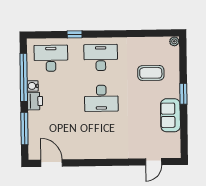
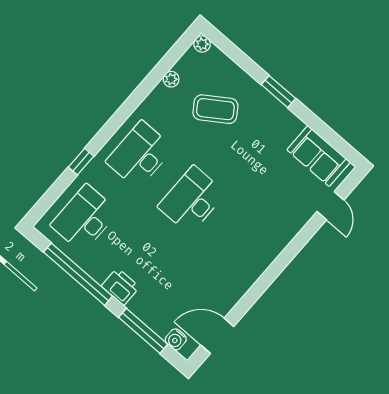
plant: (147, 42) -> (171, 79), added
coffee table: (151, 73) -> (215, 109), turned 56
water cooler: (33, 86) -> (176, 339), moved
desk: (101, 98) -> (192, 200), turned 180
sofa: (170, 115) -> (319, 156), moved

